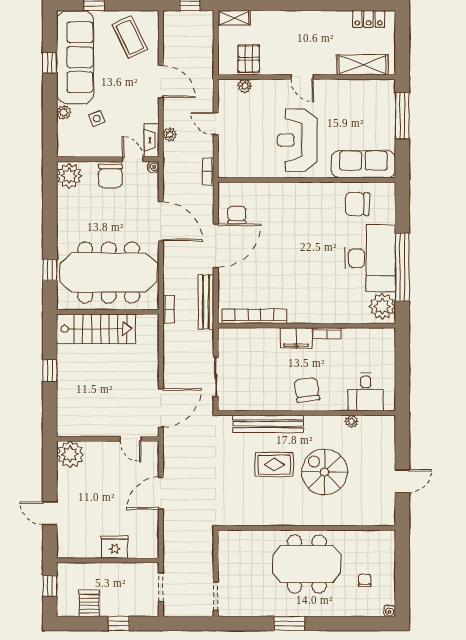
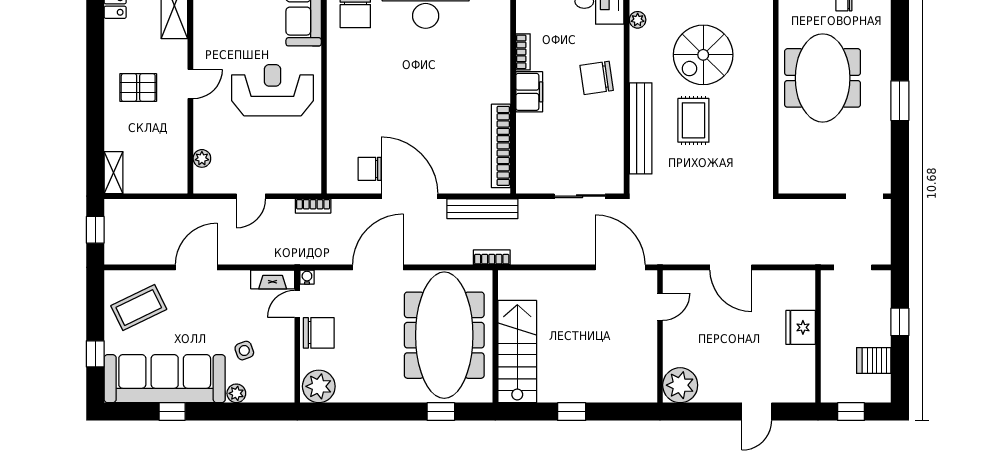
pallet: (249, 59) -> (138, 88), moved
plant: (170, 134) -> (265, 256), removed
reception desk: (297, 140) -> (272, 90), turned 180

